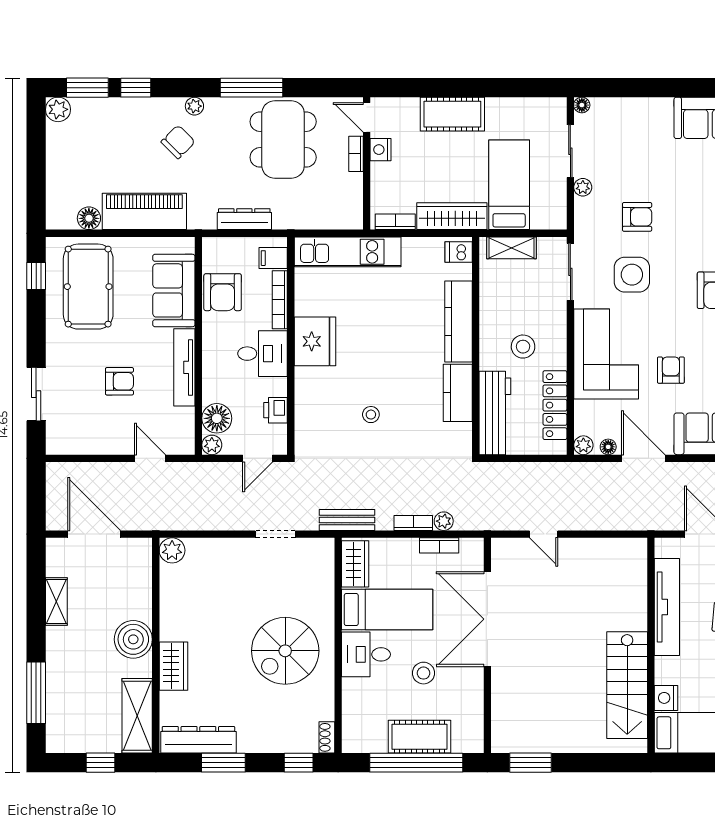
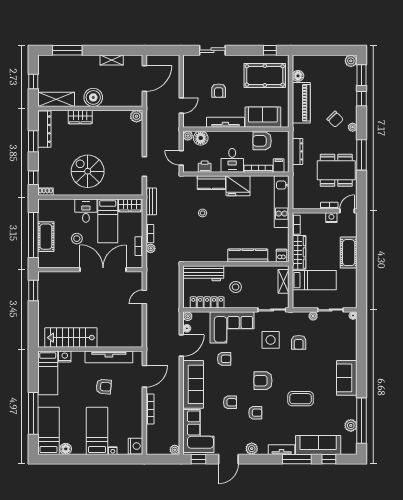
kitchen counter: (458, 393) -> (211, 183), moved, turned 180

